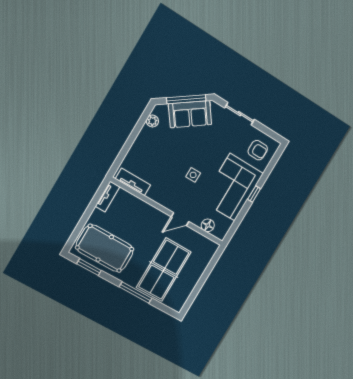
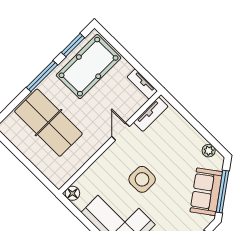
side table: (193, 175) -> (142, 179), width x1.87, depth x1.87
door: (180, 219) -> (121, 132), moved
floor lamp: (208, 225) -> (72, 193), moved
window: (136, 293) -> (42, 76), moved

